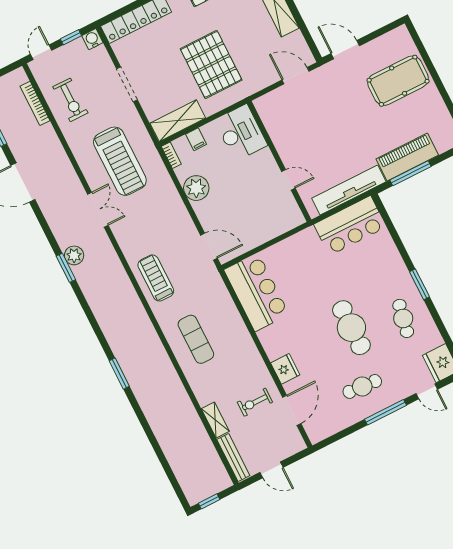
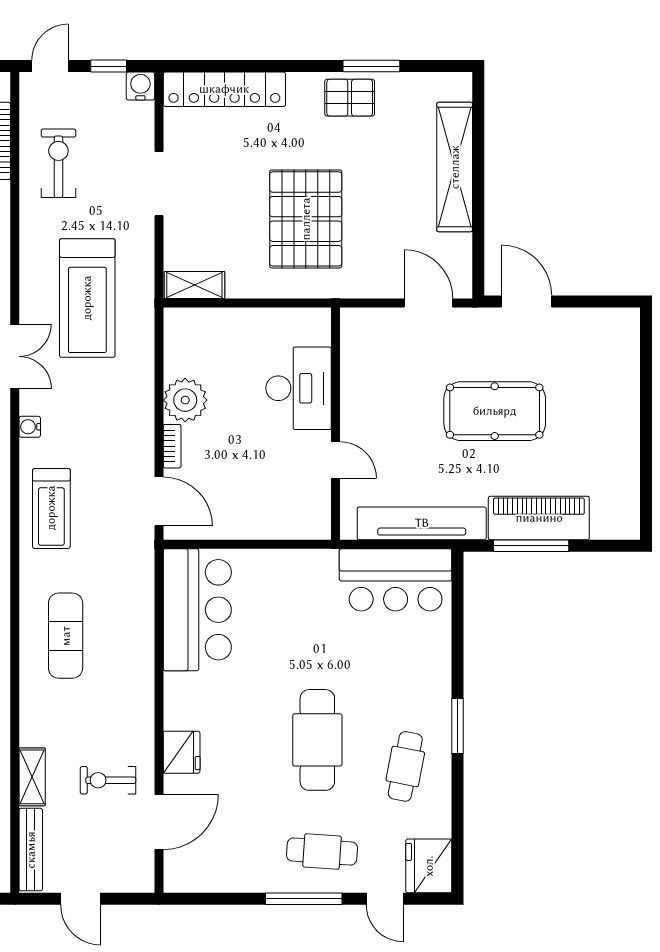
pool table: (398, 81) -> (495, 411), moved
exercise bike: (70, 100) -> (58, 163), turned 180
shelving: (178, 121) -> (194, 285), width x0.67, depth x0.75
desk: (241, 133) -> (298, 388), moved
filing cabinet: (196, 139) -> (223, 324), removed
bookcase: (171, 155) -> (172, 446), moved
water cooler: (124, 242) -> (30, 427), added
treadmill: (156, 278) -> (51, 508), turned 180
cafe table: (362, 386) -> (322, 852), moved

